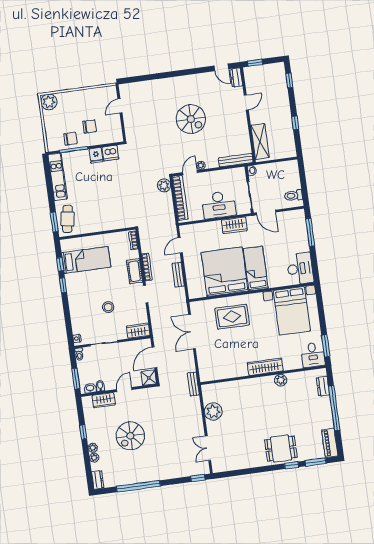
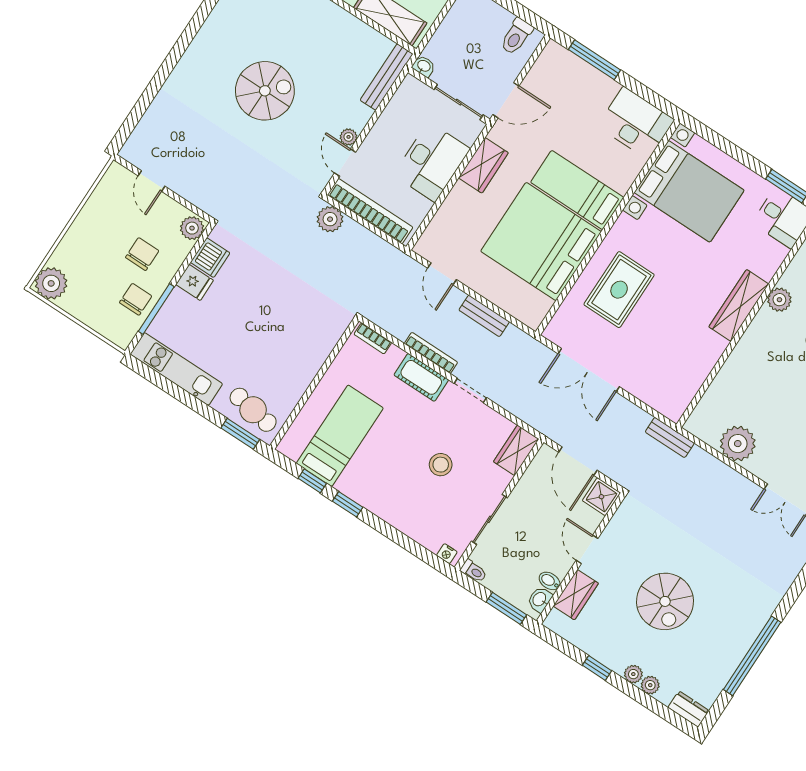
plant: (116, 137) -> (192, 228), added

